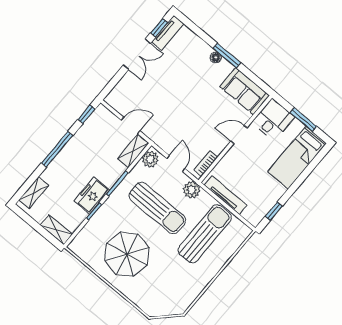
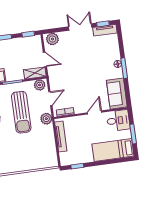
double door: (137, 54) -> (80, 27), swing flipped
plant: (118, 95) -> (52, 39), added
door: (239, 135) -> (95, 112), hinge flipped
sun lounger: (205, 234) -> (33, 146), removed

